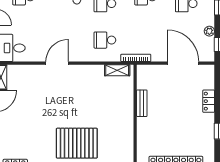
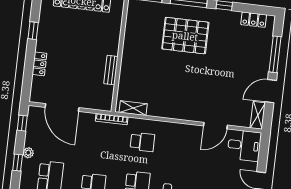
plant: (209, 31) -> (28, 153), moved
door: (57, 63) -> (215, 126), moved

